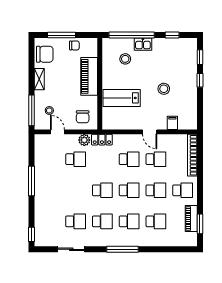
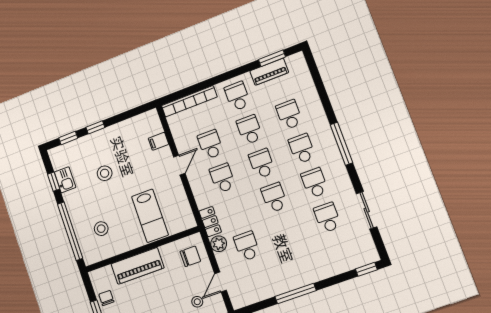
kitchen sink: (143, 44) -> (65, 180), moved
stool: (164, 89) -> (105, 173), moved

